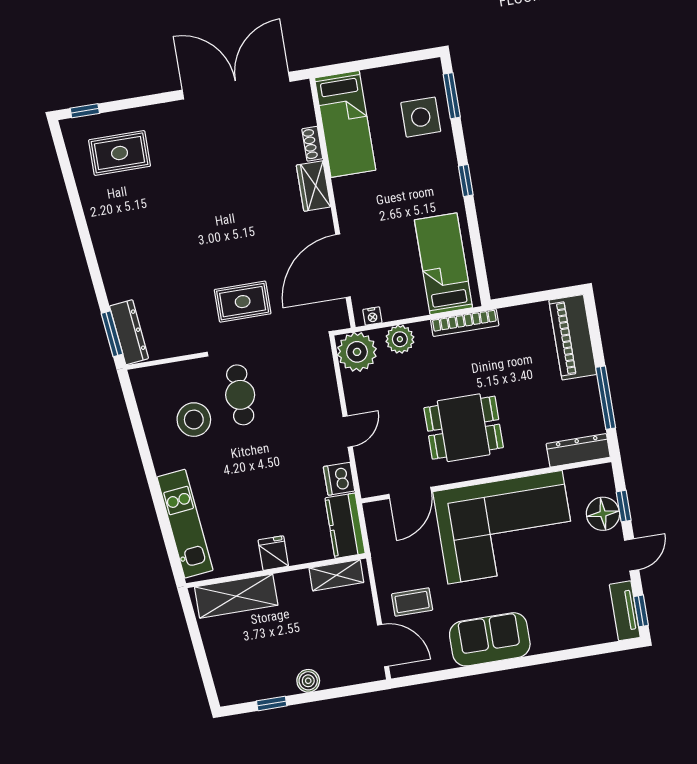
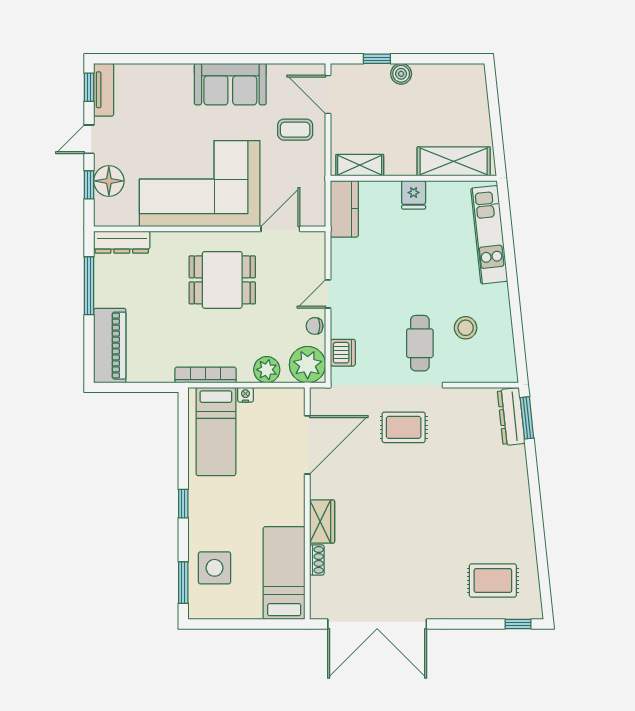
nightstand: (372, 316) -> (245, 395), moved
chair: (356, 395) -> (315, 326), added
stool: (194, 420) -> (466, 328), width x0.73, depth x0.73
dishwasher: (339, 479) -> (343, 353), moved
window: (272, 703) -> (377, 59), moved

